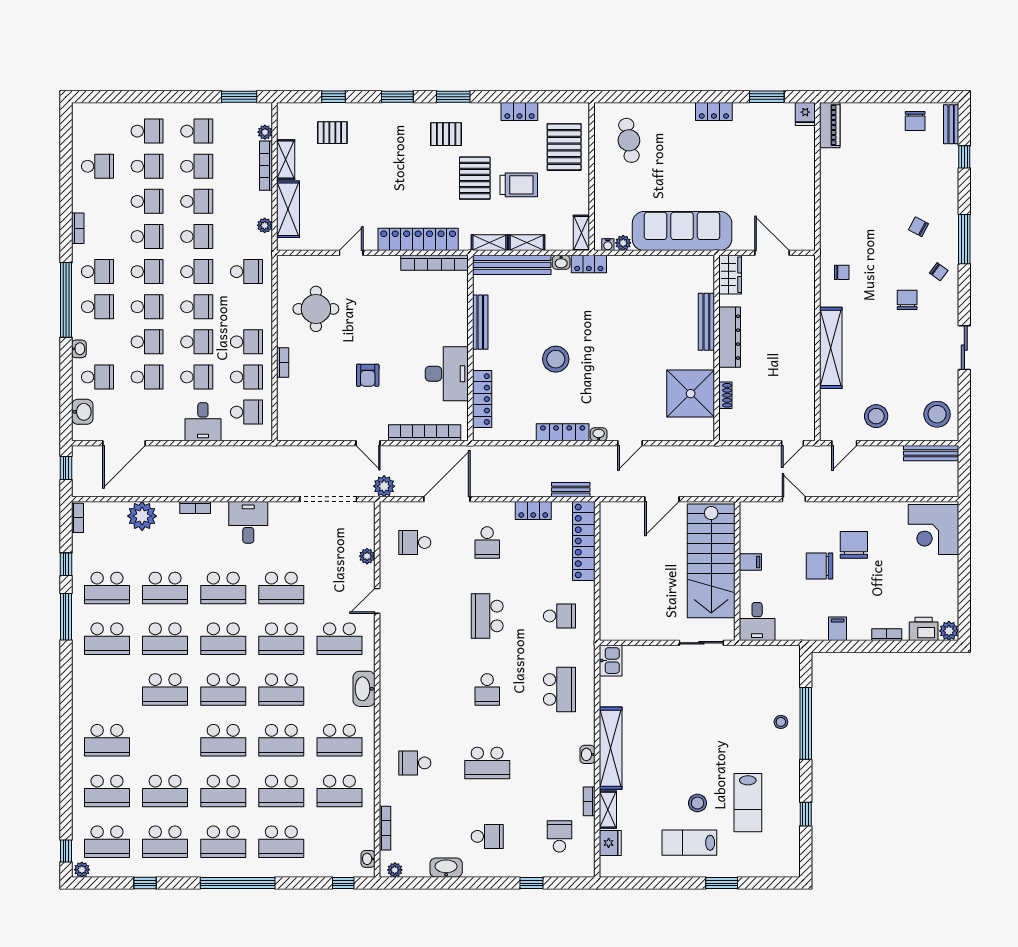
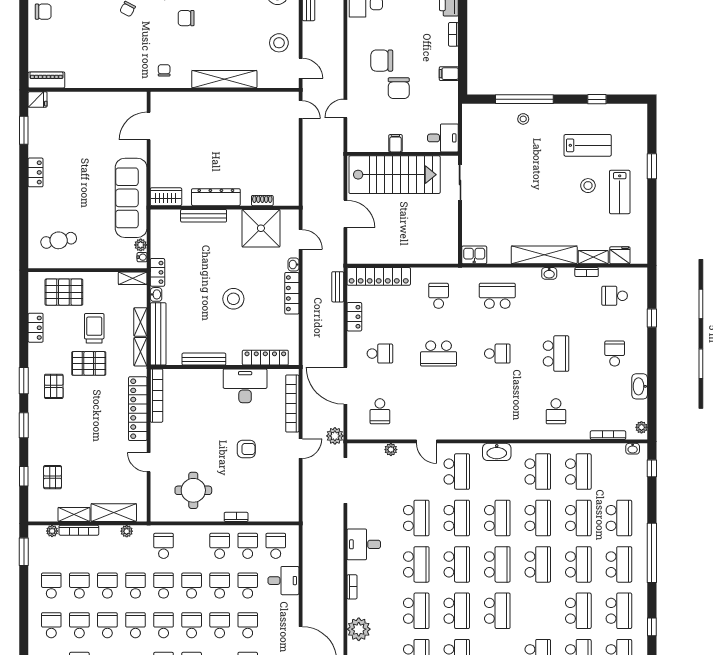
wardrobe: (730, 275) -> (166, 197), moved
bench: (706, 322) -> (204, 216), moved
dresser: (730, 337) -> (216, 197), moved
wall: (717, 348) -> (225, 208), moved
shower: (691, 394) -> (261, 228), moved
shoe rack: (725, 395) -> (262, 201), moved

